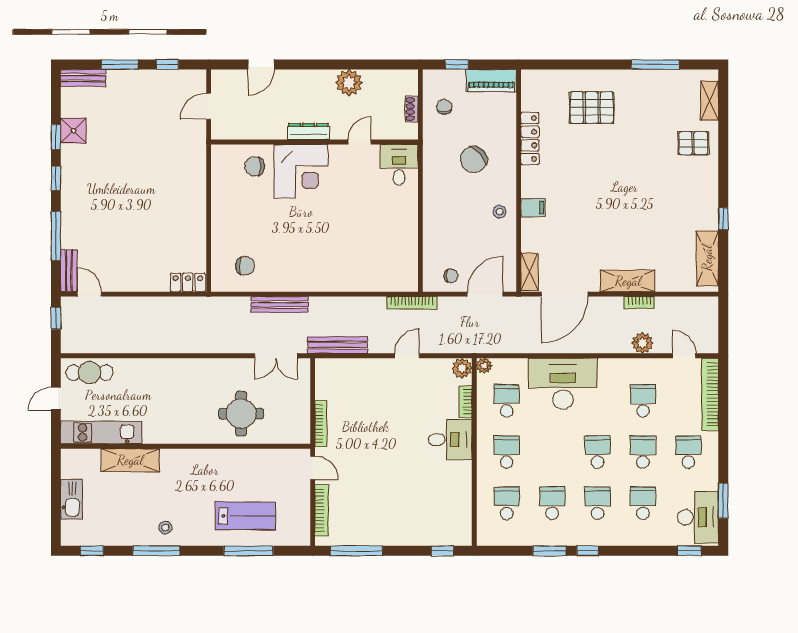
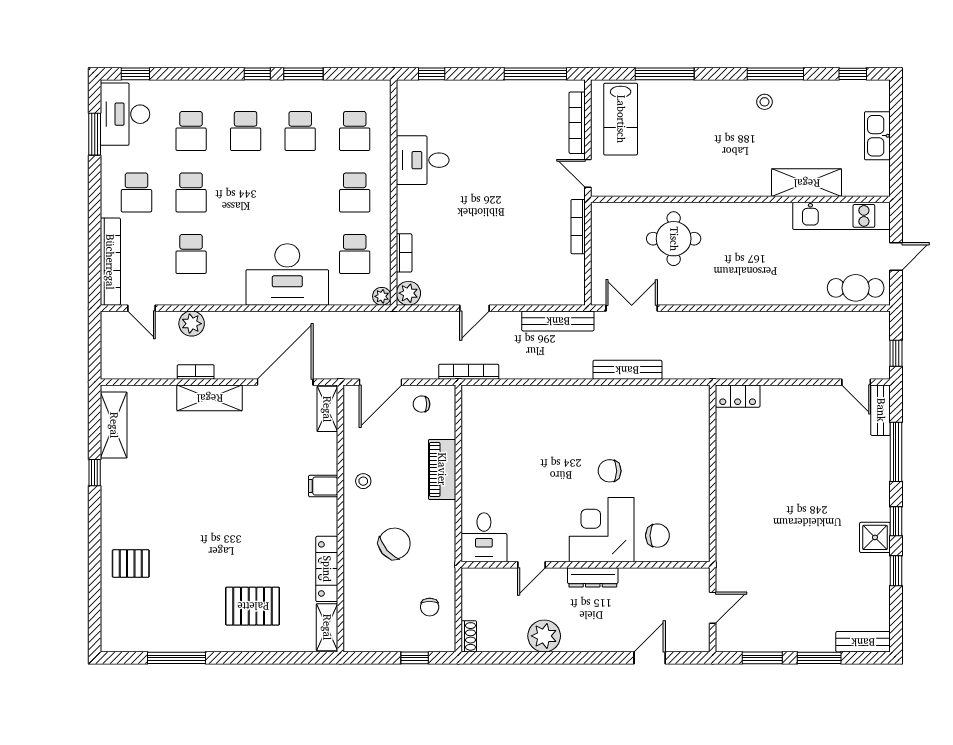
window: (167, 64) -> (762, 658), width x1.50
piano: (491, 80) -> (442, 469), moved, turned -90
shelving: (710, 101) -> (327, 627), moved
shoe rack: (412, 109) -> (469, 636), moved
shower: (73, 131) -> (875, 537), moved
chair: (245, 266) -> (610, 471), moved
desk: (450, 440) -> (423, 160), moved
school desk: (598, 452) -> (246, 192), removed
lab bench: (245, 516) -> (621, 119), moved, turned -90

